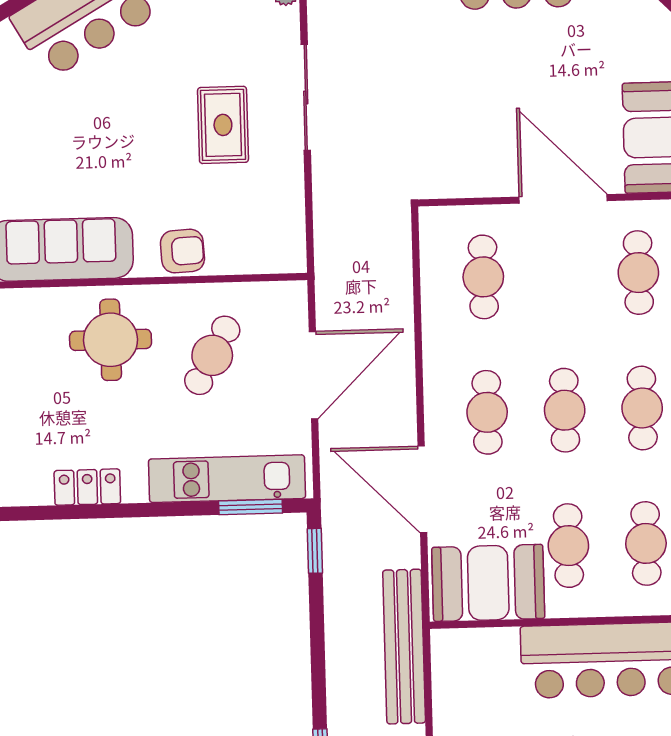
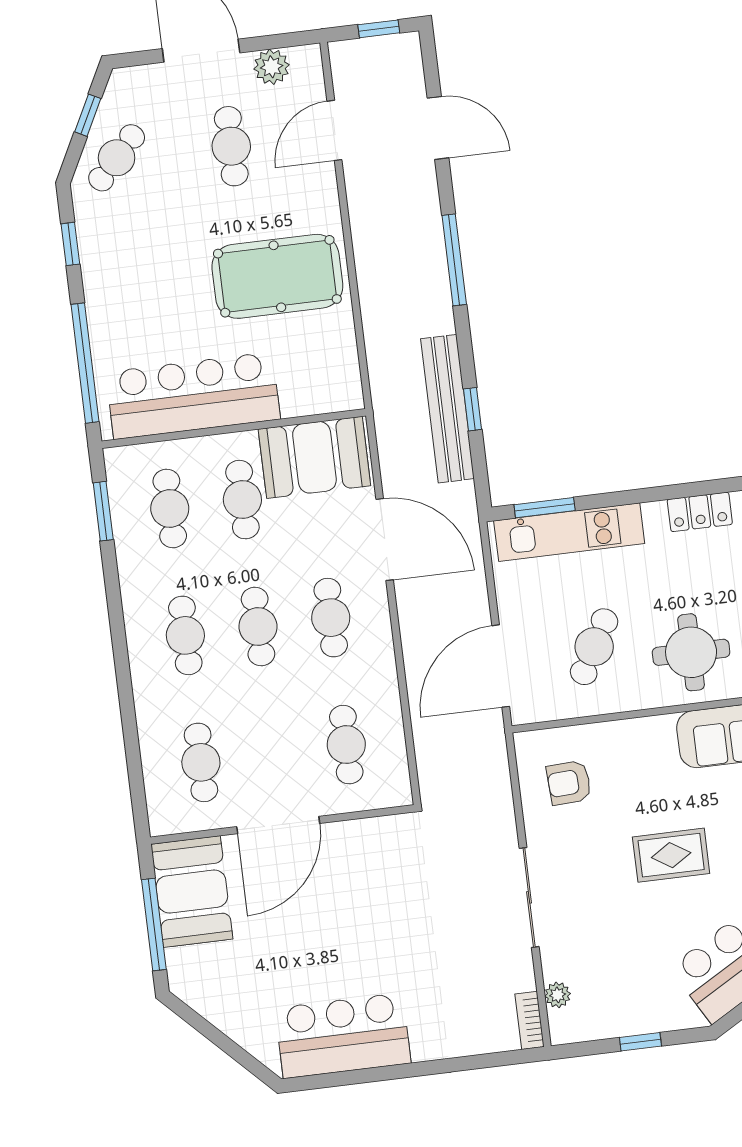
rug: (223, 125) -> (671, 855), moved, turned 90
door: (563, 199) -> (278, 825), hinge flipped
armchair: (182, 251) -> (569, 783), moved
door: (314, 375) -> (501, 666), moved
window: (315, 551) -> (473, 409), moved
bench: (404, 647) -> (448, 409), moved

